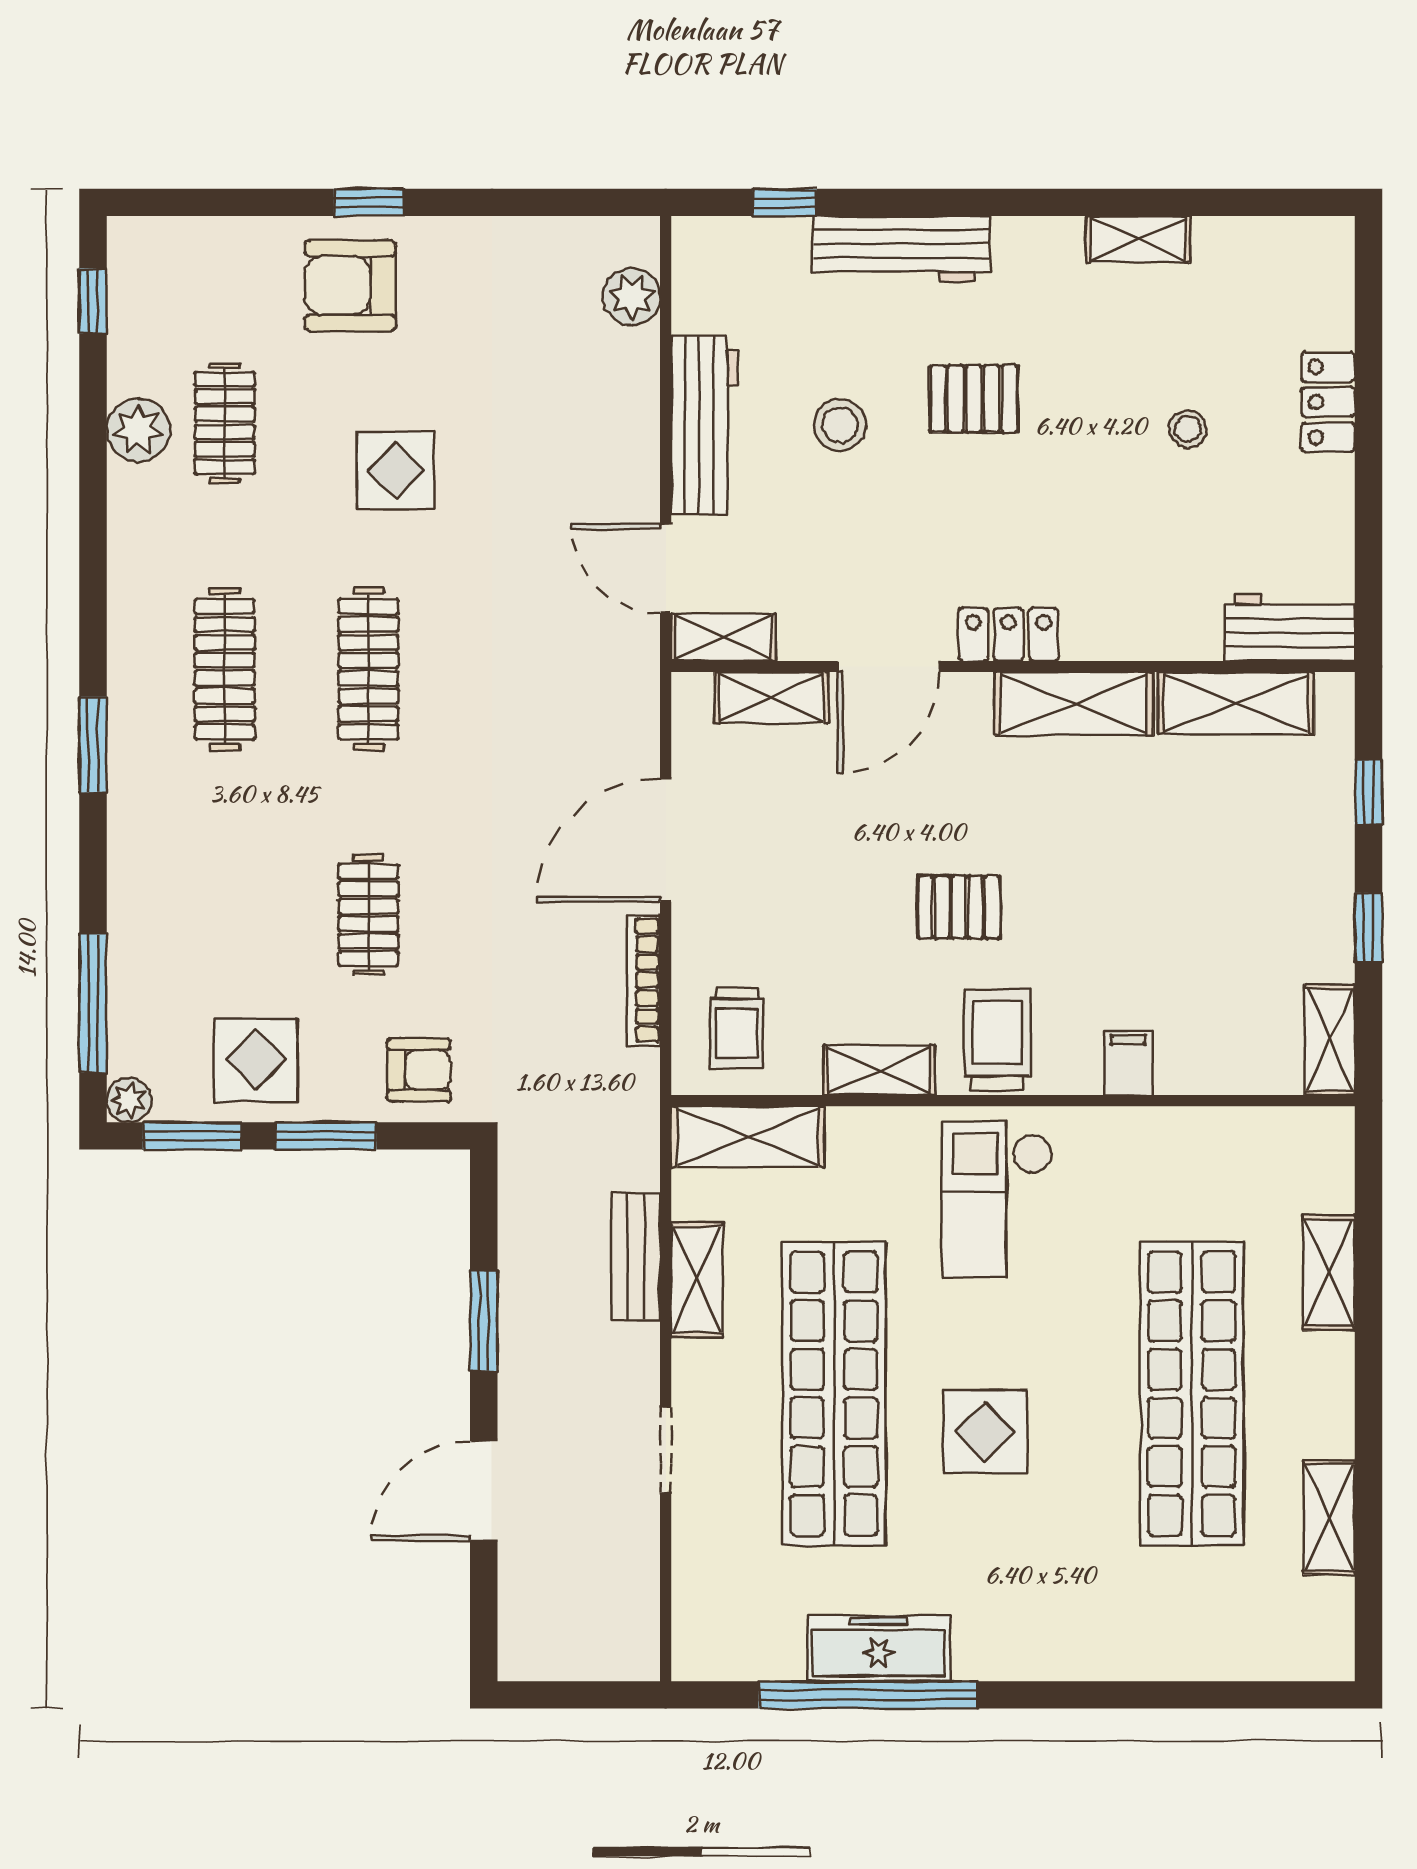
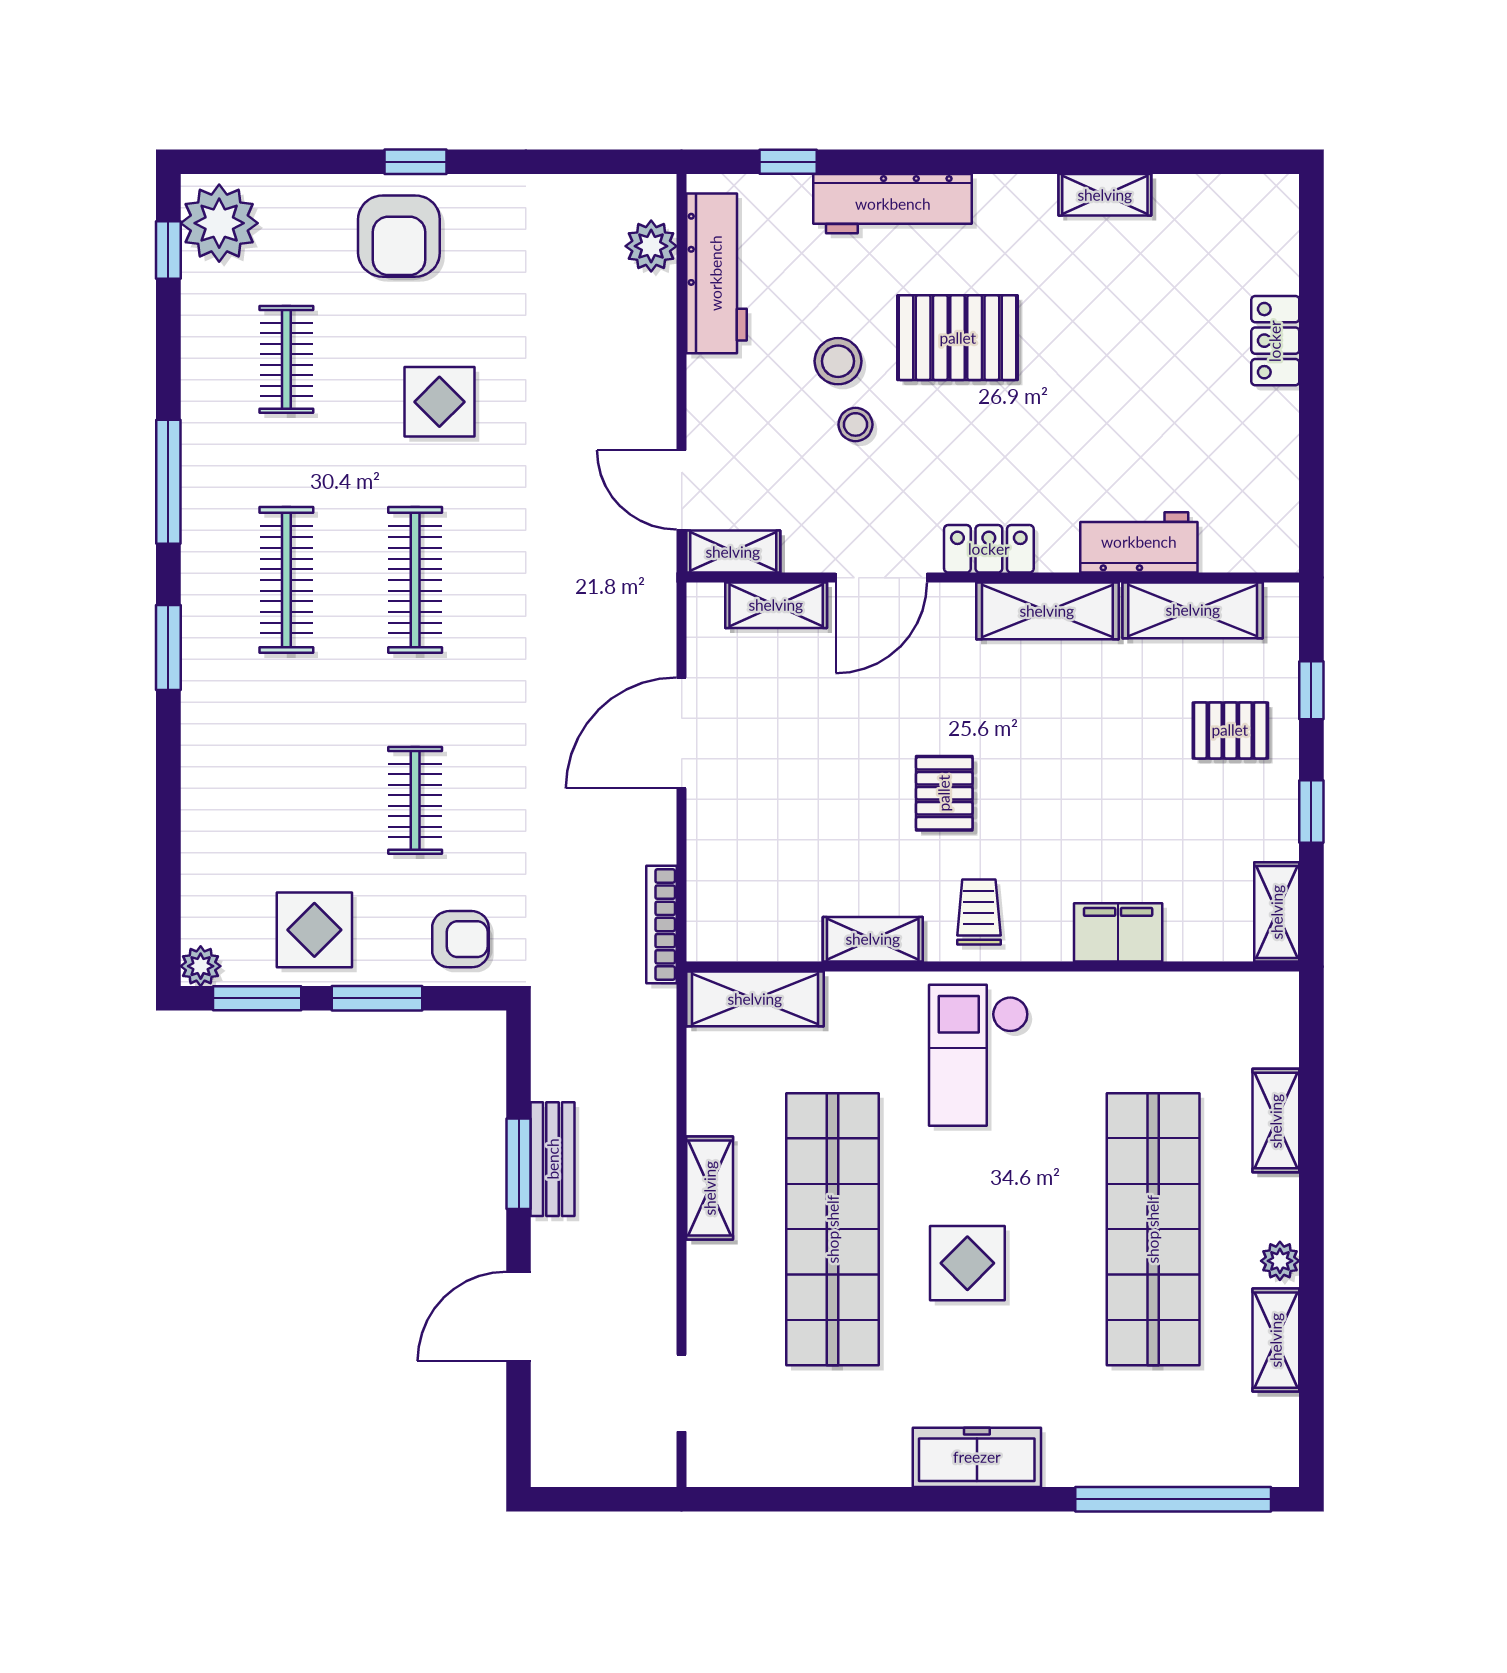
armchair: (350, 285) -> (399, 236), turned -90
pallet: (974, 399) -> (958, 338), width x1.50, depth x1.42
workbench: (705, 425) -> (716, 273), moved
stool: (1188, 429) -> (855, 424), moved
plant: (138, 430) -> (219, 223), moved, width x1.36, depth x1.36
workbench: (1290, 627) -> (1139, 542), moved
pallet: (1278, 837) -> (1230, 730), added
pallet: (959, 907) -> (944, 793), turned 90
bookcase: (643, 980) -> (662, 924), moved
window: (93, 1003) -> (168, 482), moved
trolley: (737, 1028) -> (745, 901), removed
trolley: (997, 1040) -> (979, 912), width x0.73, depth x0.72
filing cabinet: (1128, 1062) -> (1118, 932), width x2.00
bench: (636, 1257) -> (553, 1159), moved
shelving: (697, 1280) -> (710, 1188), moved
plant: (1333, 1429) -> (1280, 1261), added
doorway: (666, 1450) -> (682, 1393), moved
freezer: (878, 1648) -> (977, 1457), moved
window: (868, 1695) -> (1173, 1499), moved

